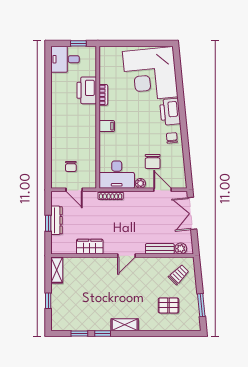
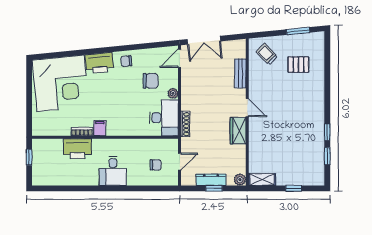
desk: (65, 59) -> (113, 171), moved
filing cabinet: (107, 126) -> (100, 128), moved
door: (163, 190) -> (180, 58), moved
wardrobe: (90, 247) -> (238, 131), moved
plant: (181, 249) -> (240, 180), moved
pallet: (168, 305) -> (298, 65), turned 90
shelving: (125, 325) -> (318, 110), removed

